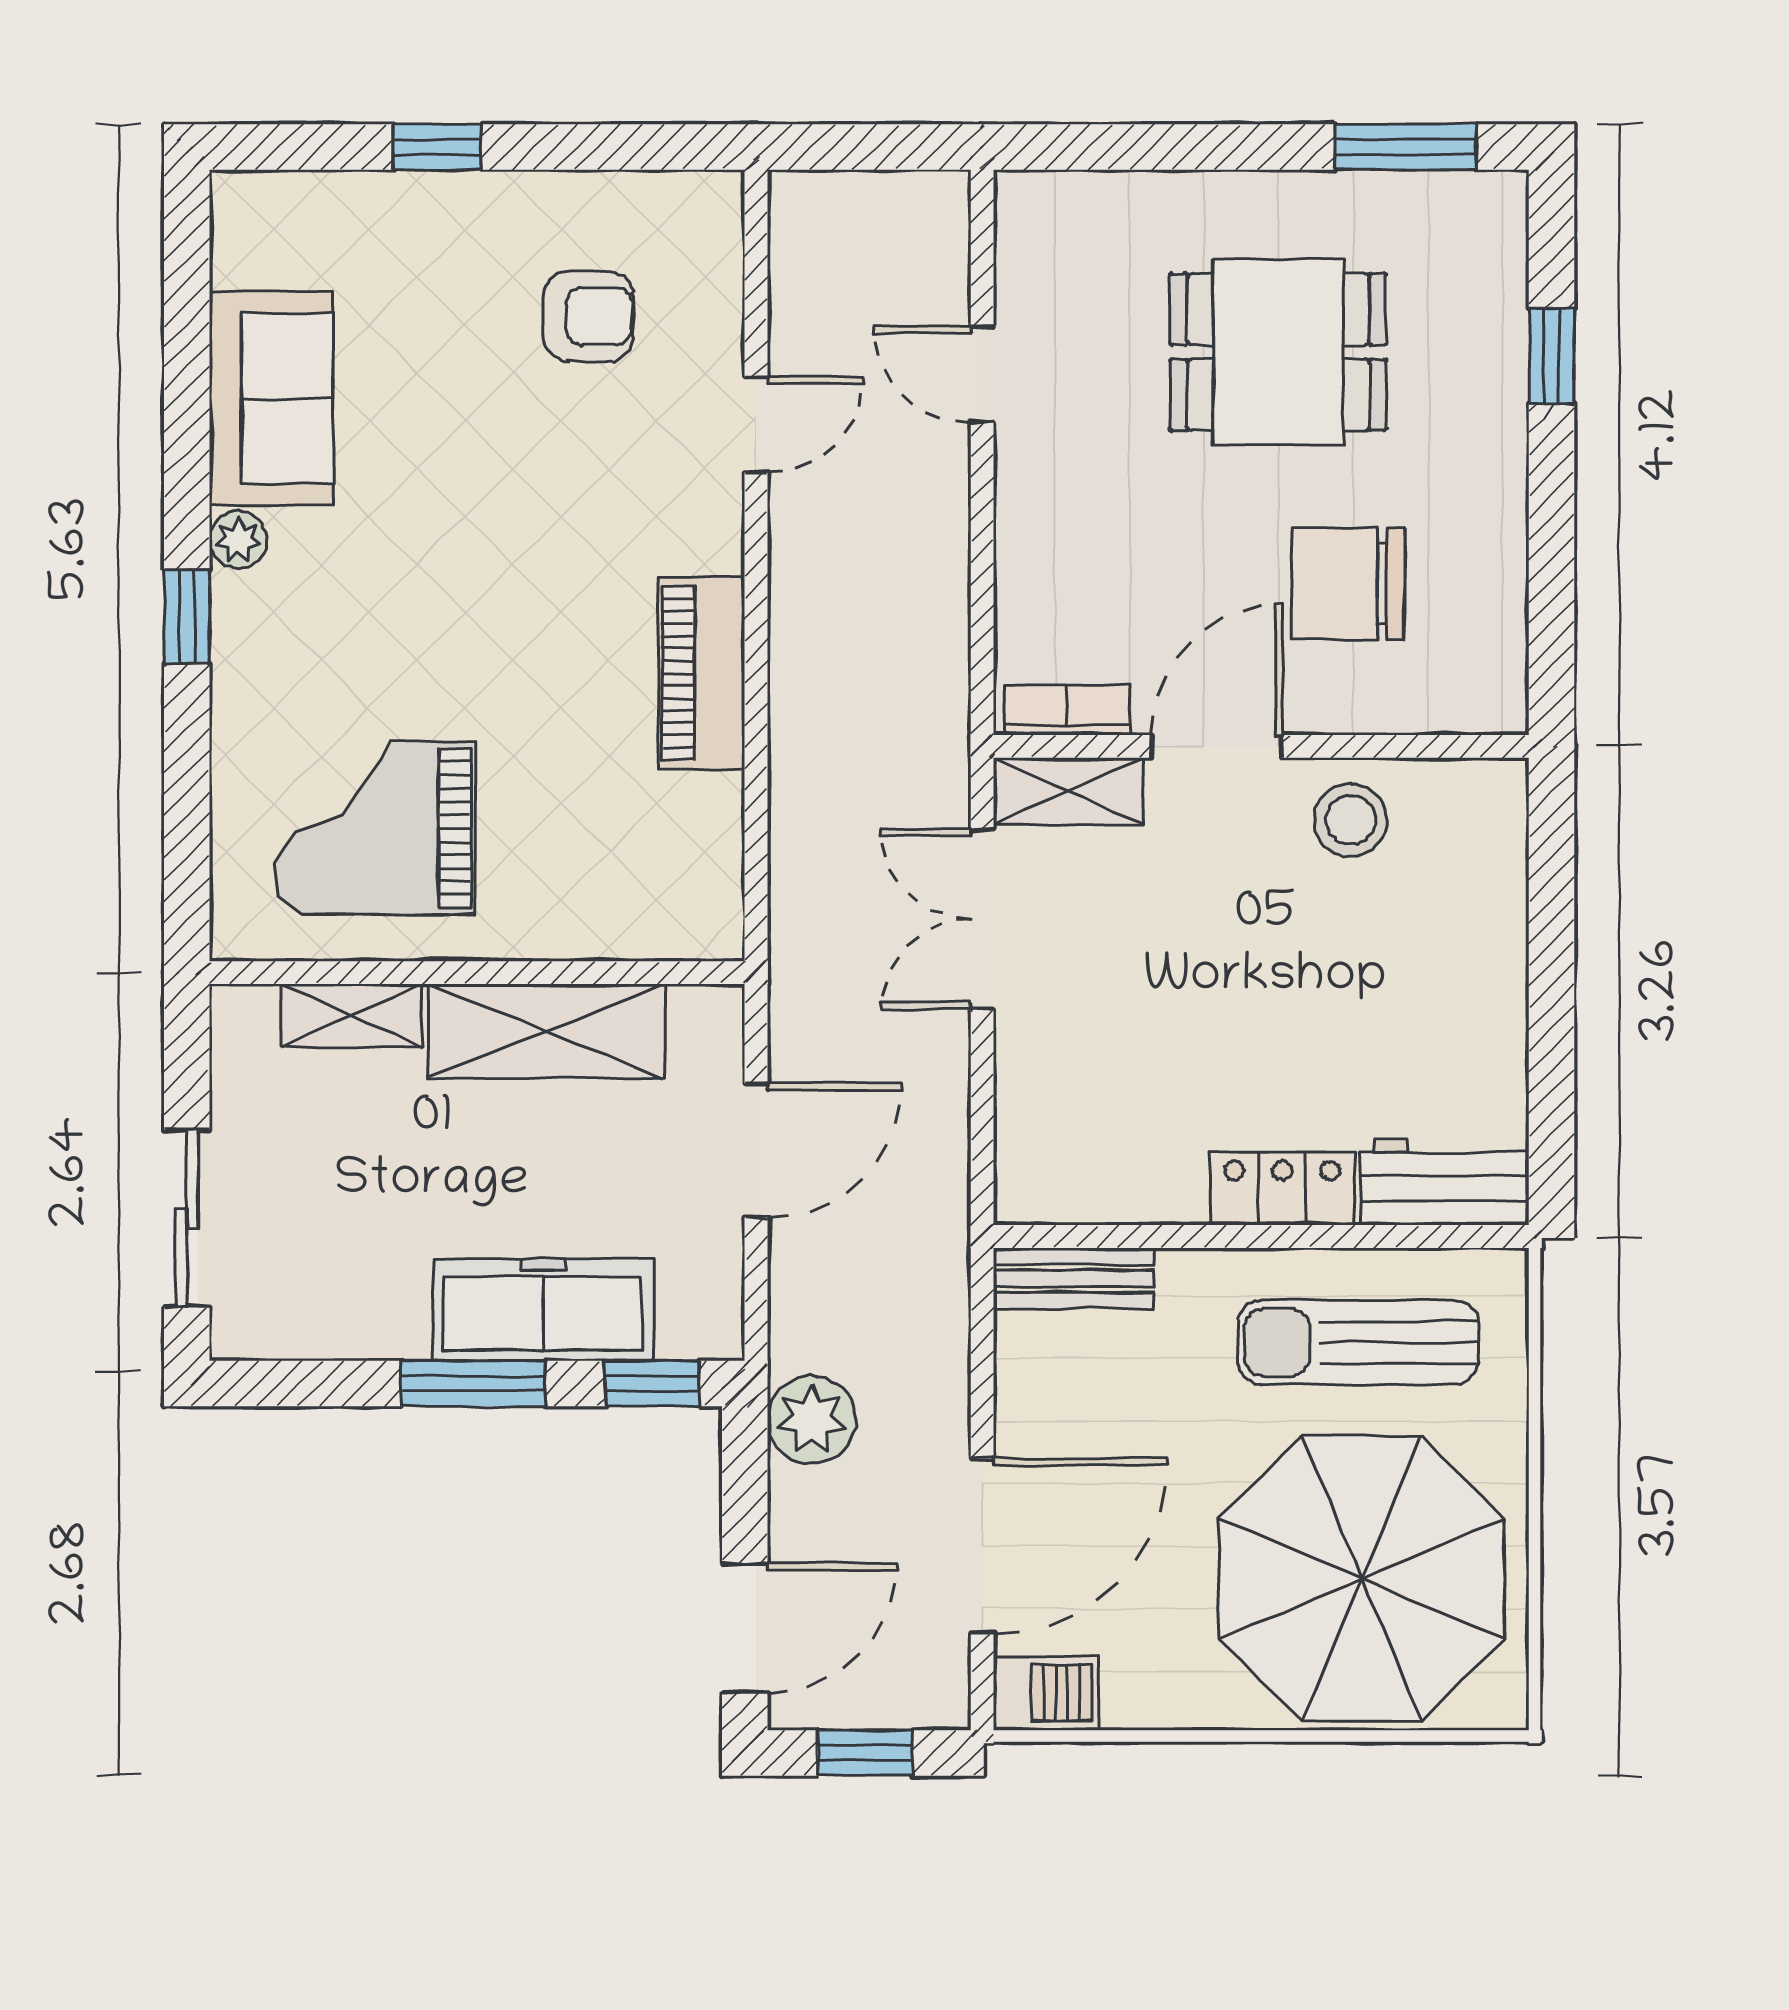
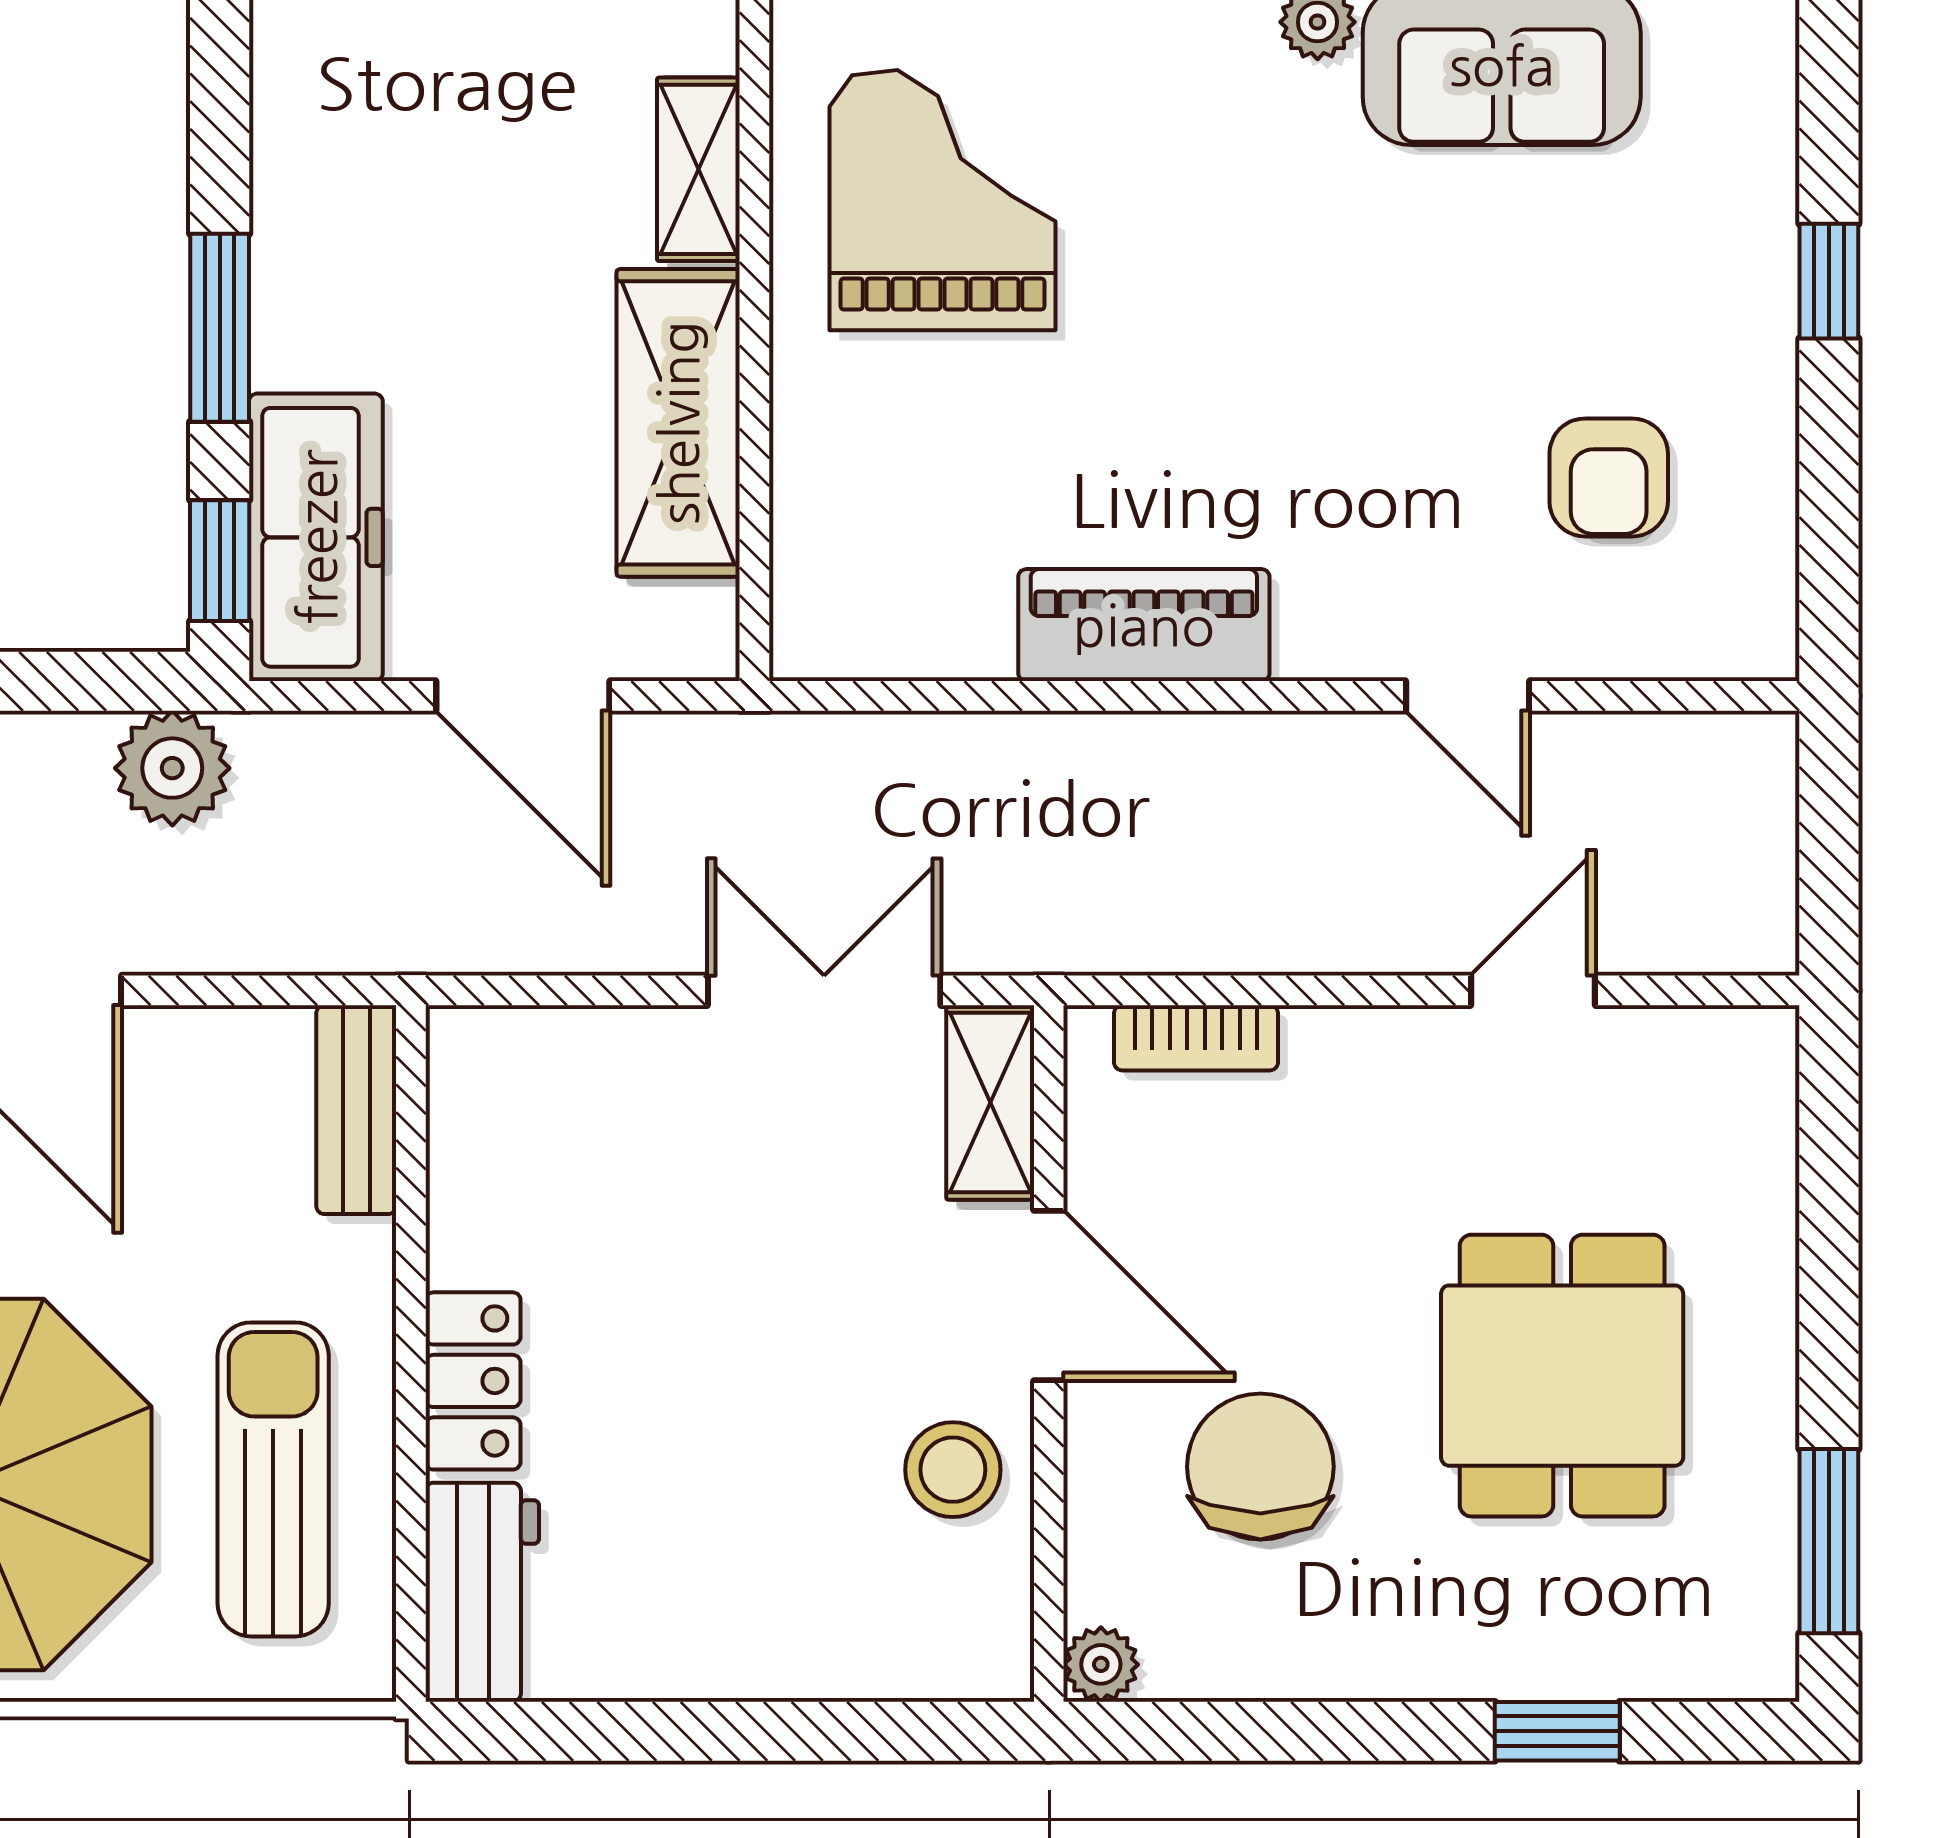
plant: (1500, 706) -> (1101, 1664), added
bookcase: (1067, 710) -> (1196, 1038), moved, turned 90
freezer: (543, 1310) -> (316, 537), moved

